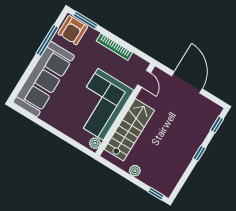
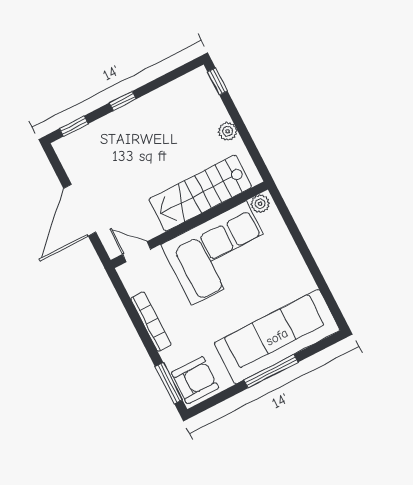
window: (47, 40) -> (271, 371), moved
door: (144, 79) -> (137, 252), hinge flipped

